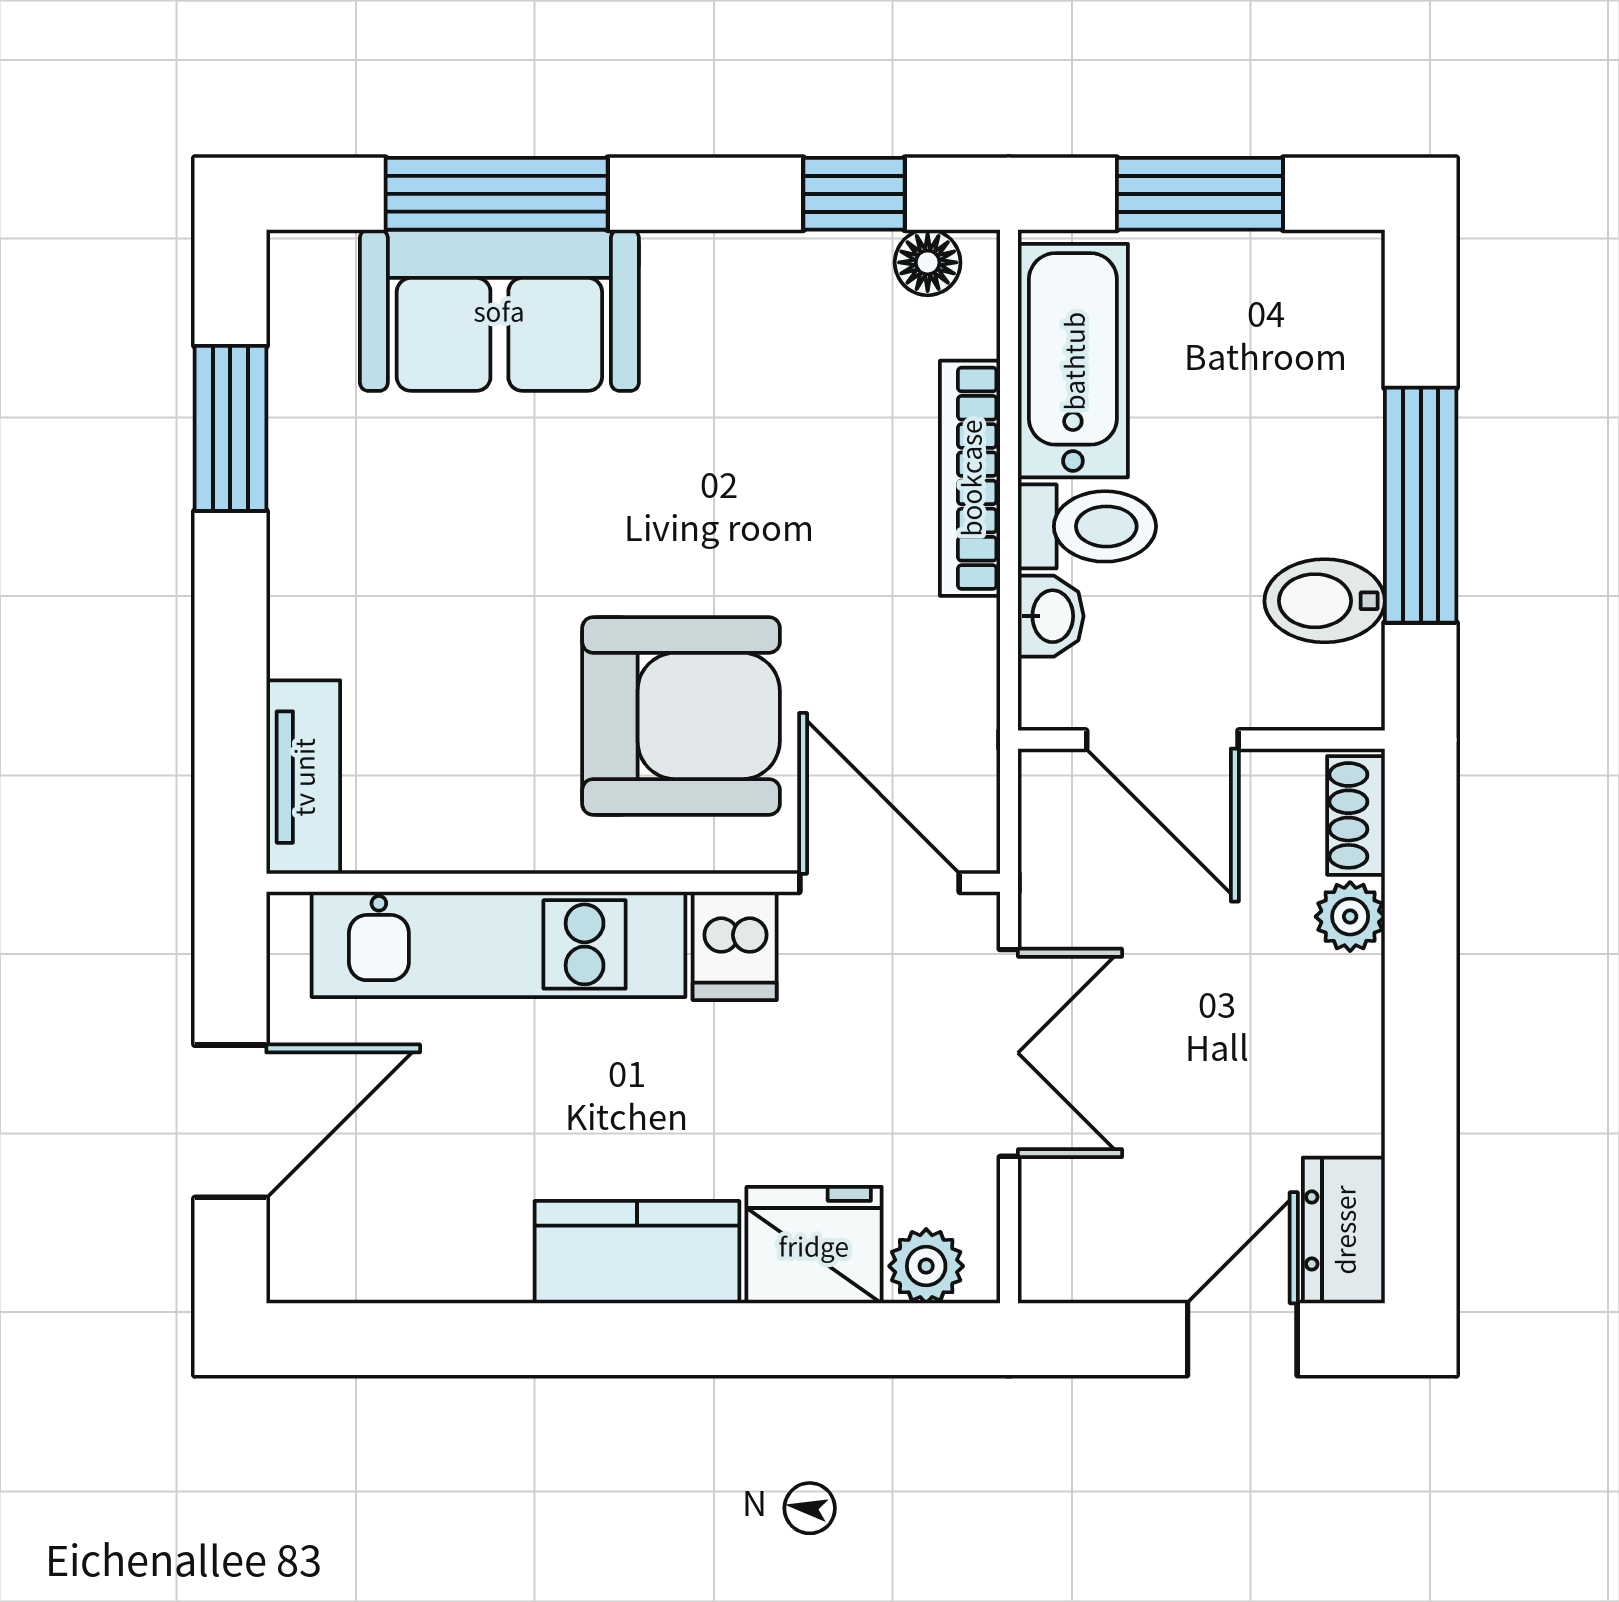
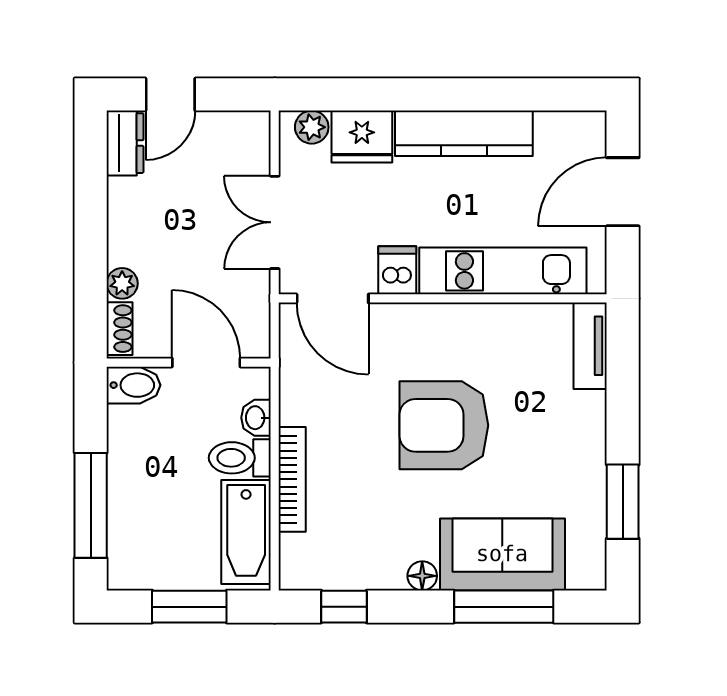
floor lamp: (928, 262) -> (422, 576), moved
window: (1421, 505) -> (91, 505), moved
bidet: (1325, 601) -> (134, 385), moved
armchair: (681, 716) -> (444, 425), moved
kitchen counter: (637, 1252) -> (464, 133), width x1.50

